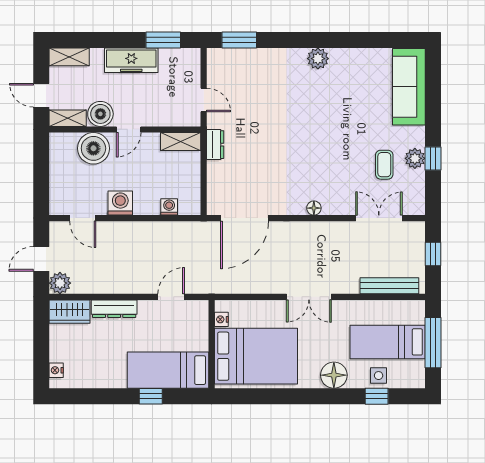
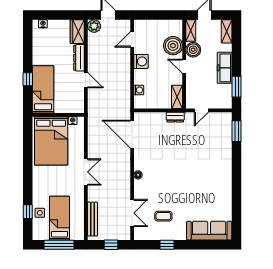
plant: (318, 59) -> (226, 177), removed
plant: (415, 158) -> (167, 234), removed
door: (171, 297) -> (86, 80), moved
double door: (309, 297) -> (86, 172), swing flipped
floor lamp: (334, 375) -> (40, 187), removed

